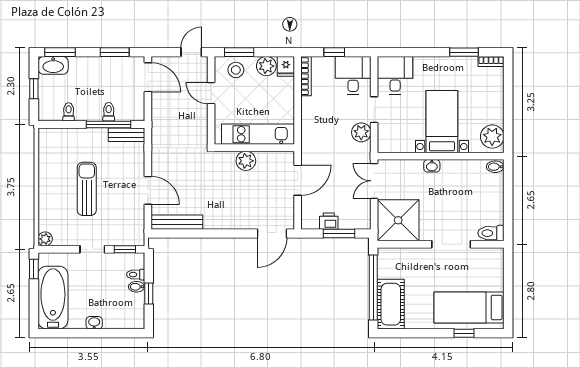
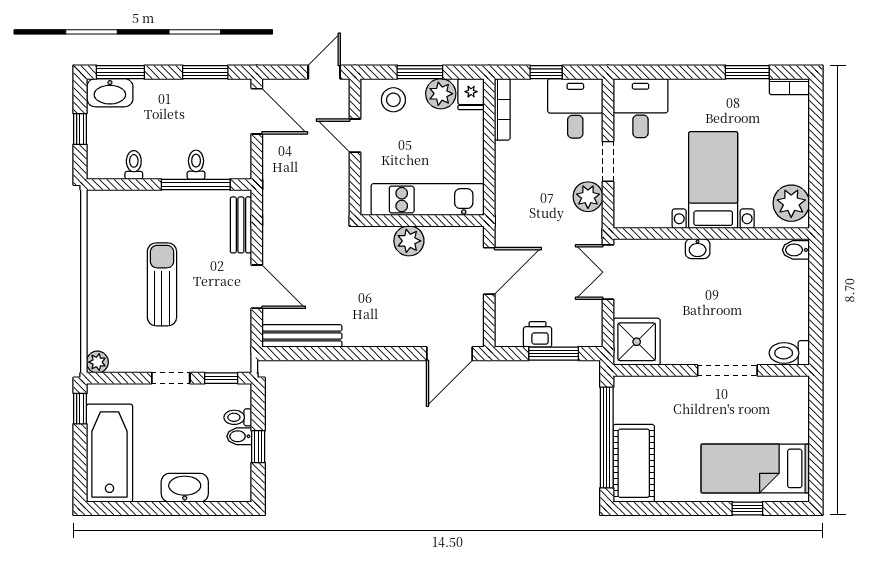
window: (239, 52) -> (420, 72), moved
bench: (126, 135) -> (241, 225), moved, turned 90
shower: (398, 220) -> (637, 342), width x0.73, depth x0.73
washbasin: (94, 323) -> (185, 488), width x1.91, depth x1.45

